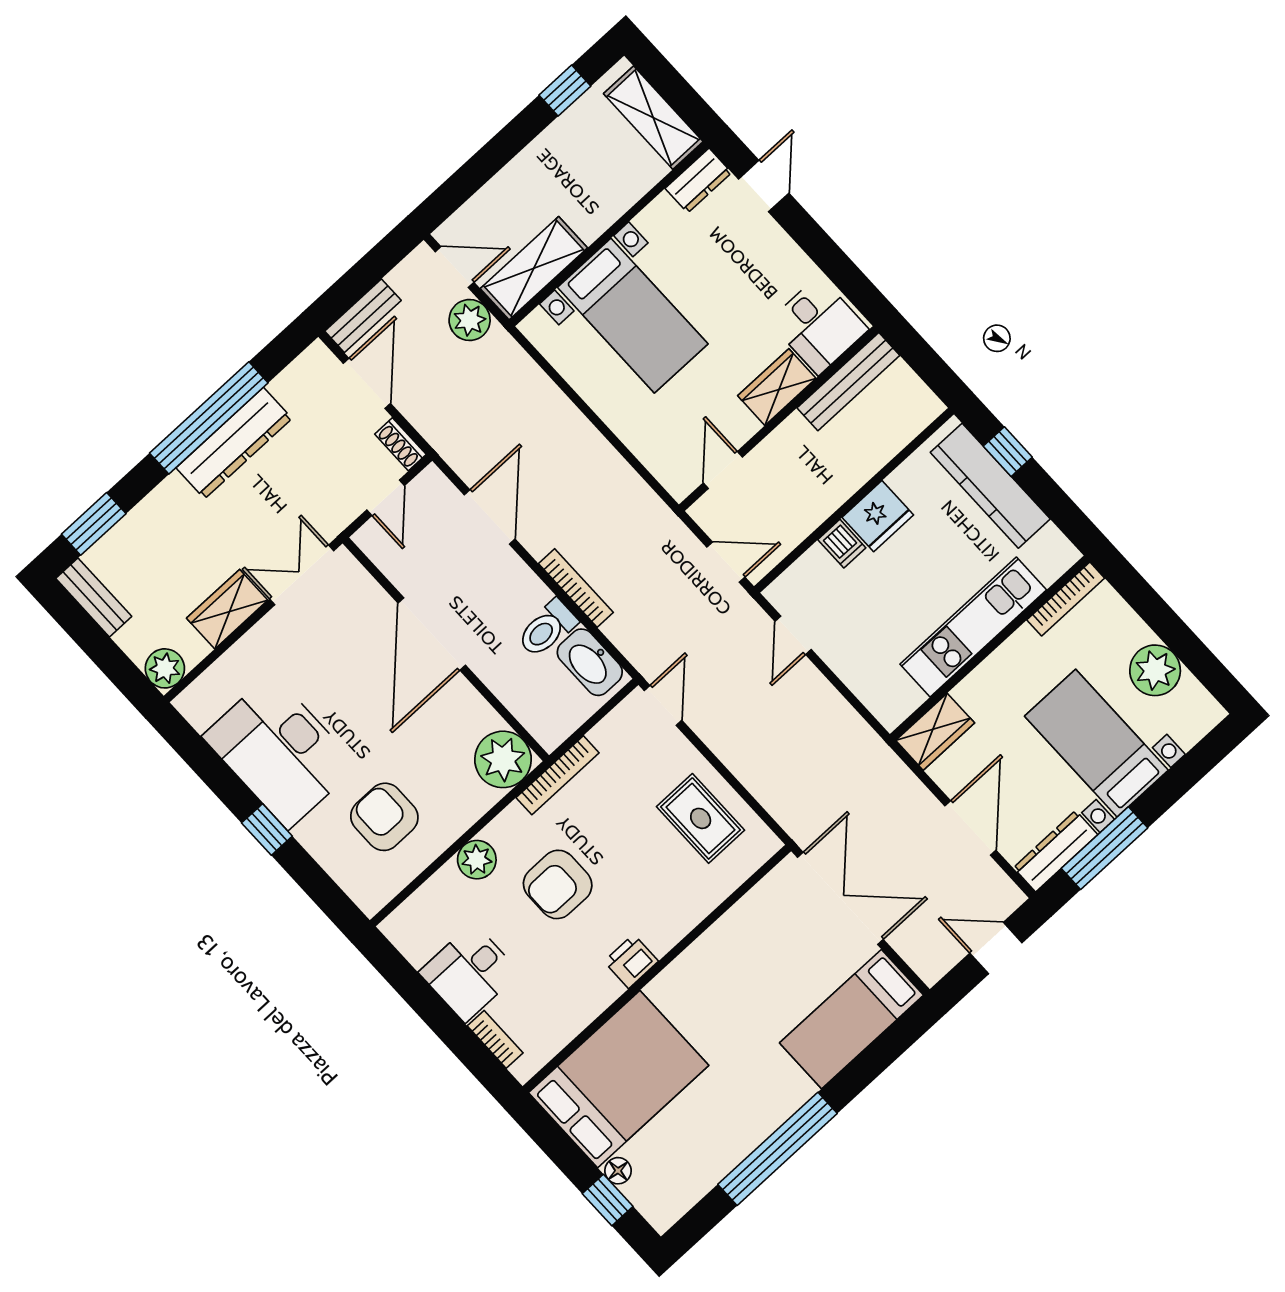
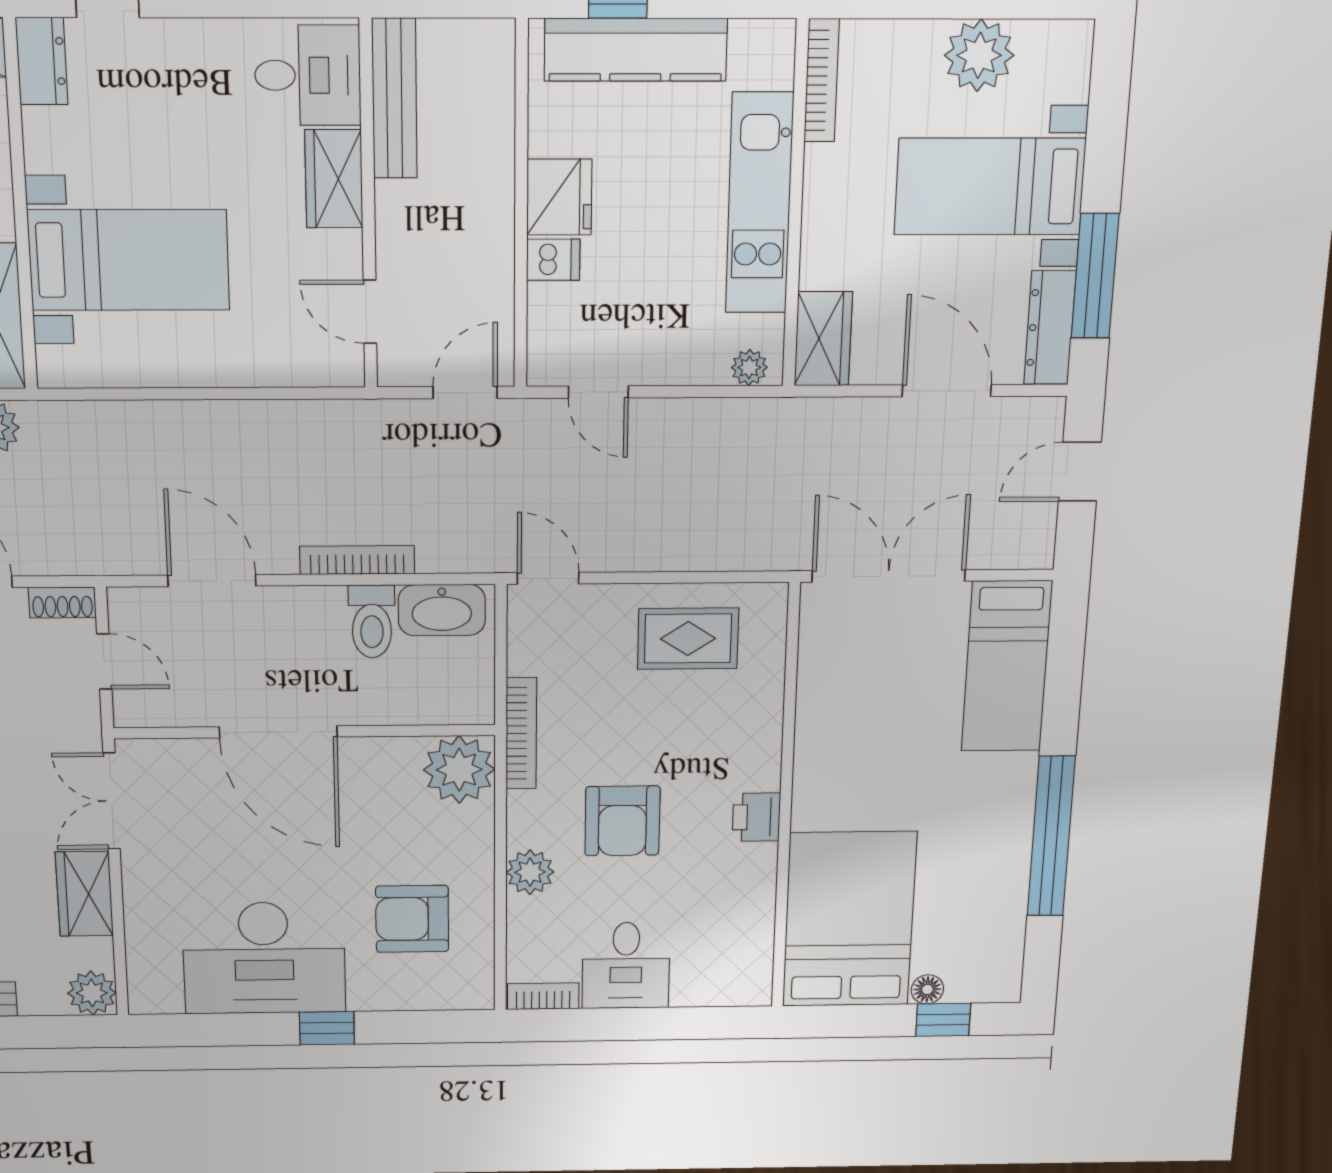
plant: (883, 706) -> (749, 368), added
bookcase: (495, 1039) -> (543, 996), moved

